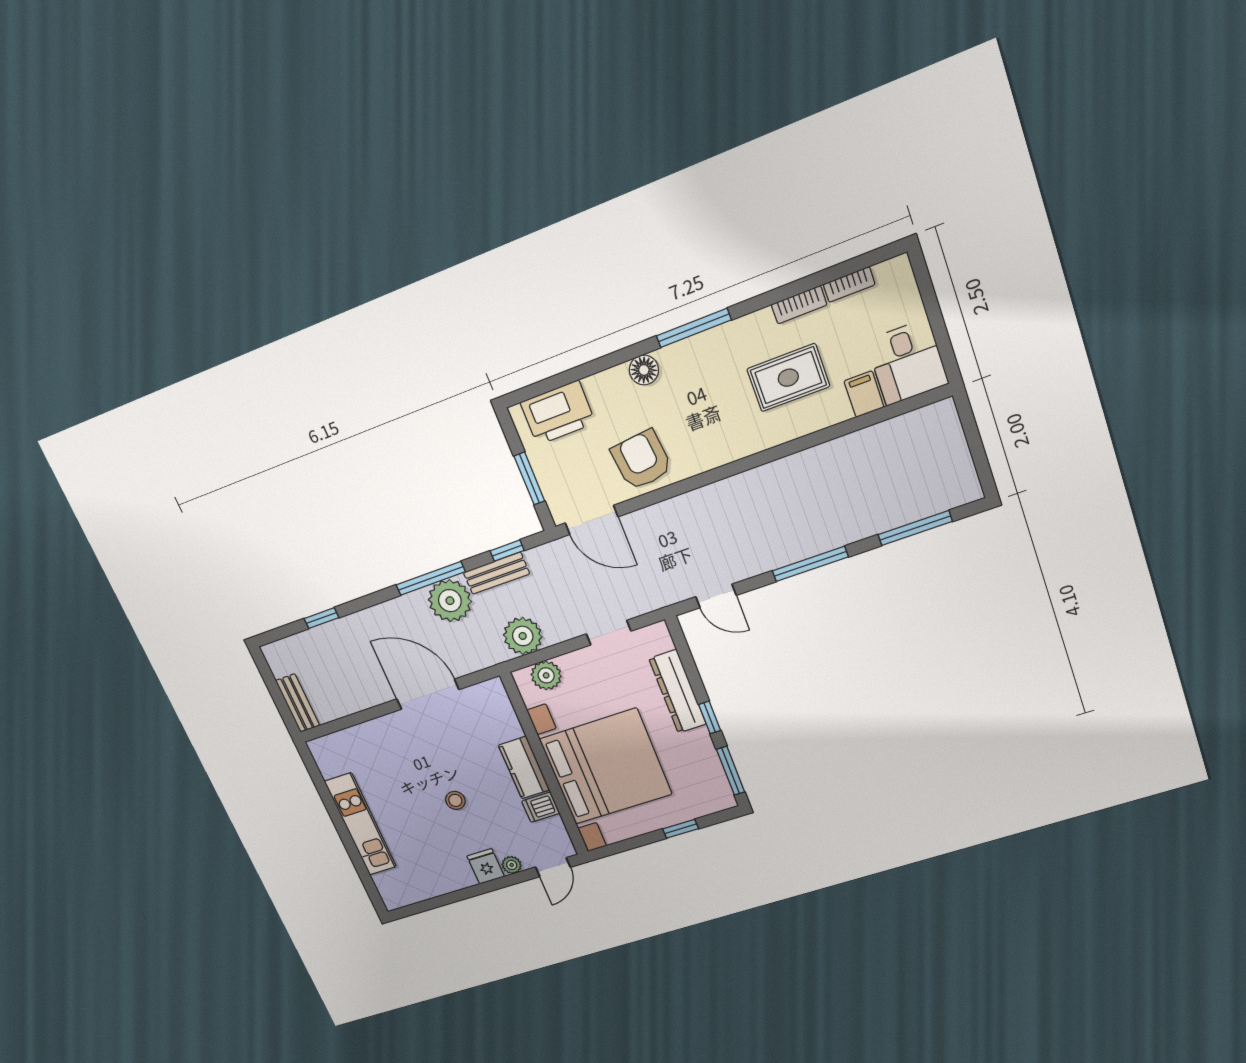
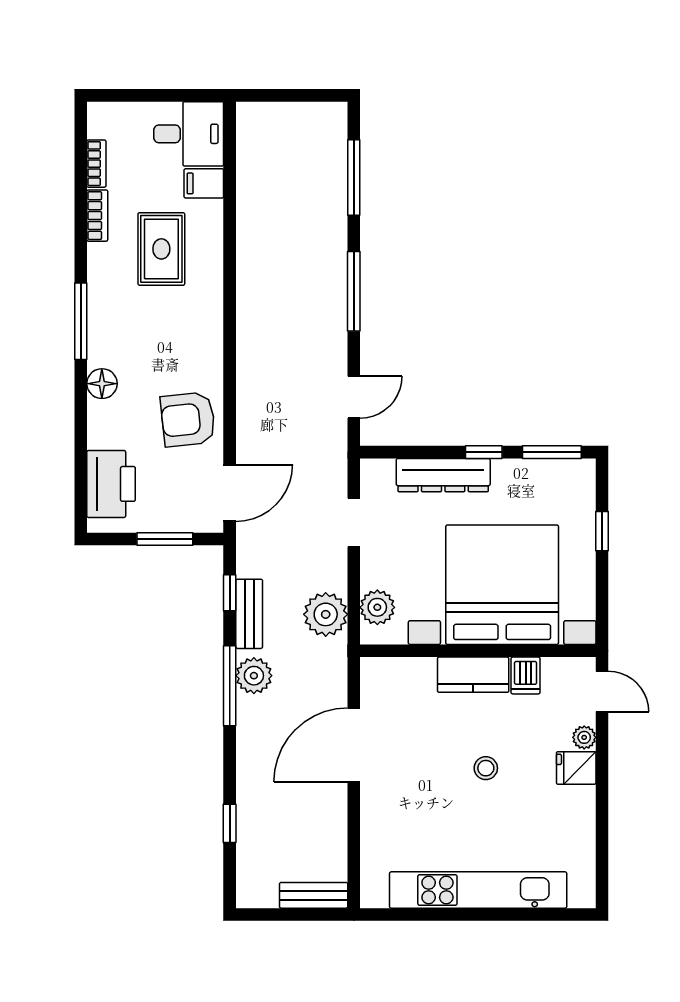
plant: (450, 601) -> (254, 676), width x0.73, depth x0.73
kitchen unit: (361, 824) -> (478, 890), width x1.36

